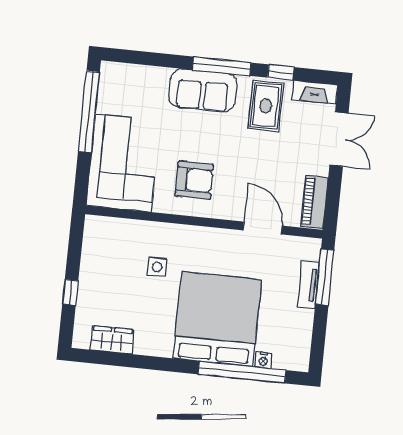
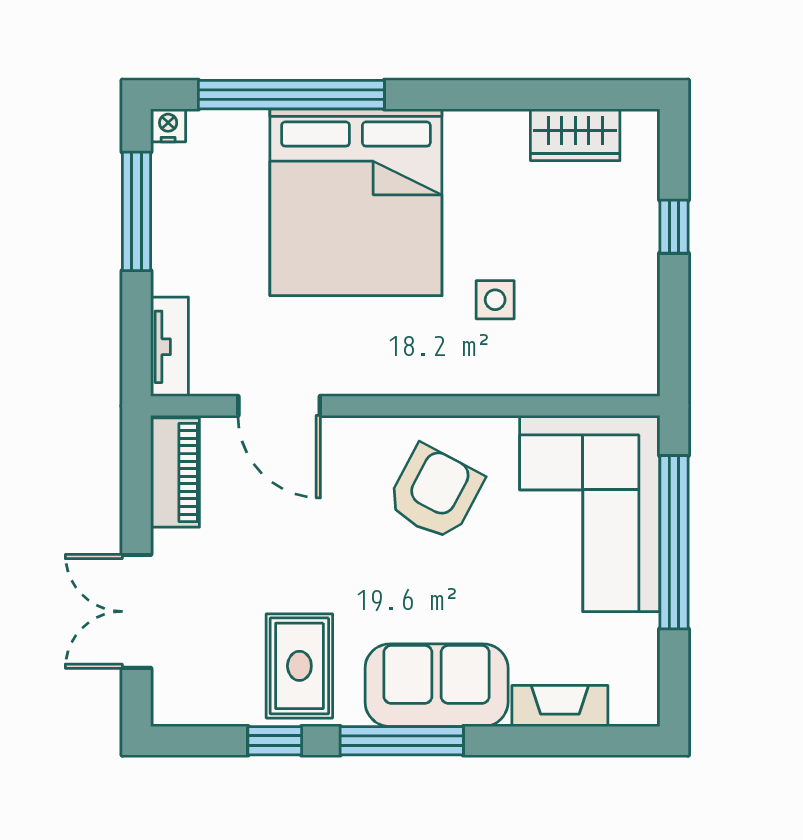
fireplace: (315, 92) -> (560, 706), moved
window: (89, 112) -> (674, 542), moved
armchair: (194, 180) -> (435, 492), turned 118
window: (325, 277) -> (136, 211), moved
tv unit: (308, 285) -> (170, 347), moved
nightstand: (263, 360) -> (168, 125), moved

